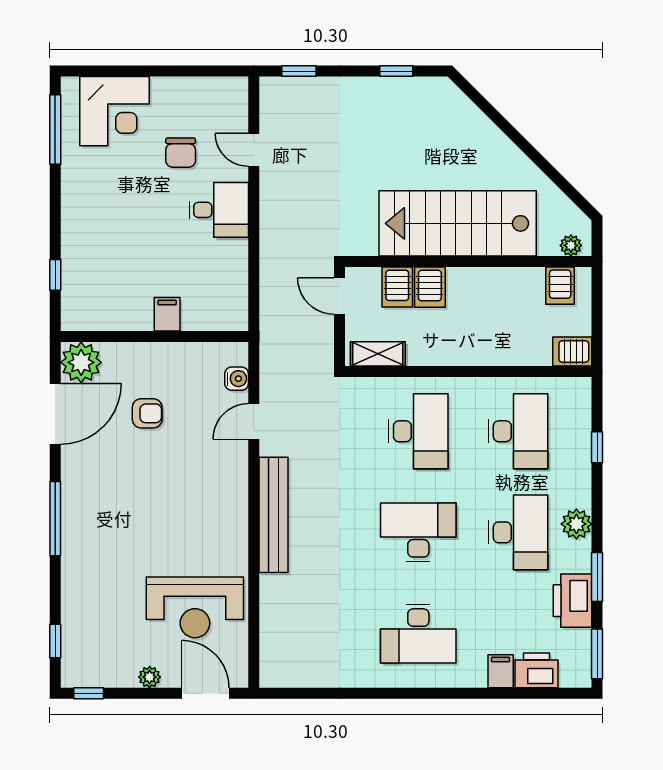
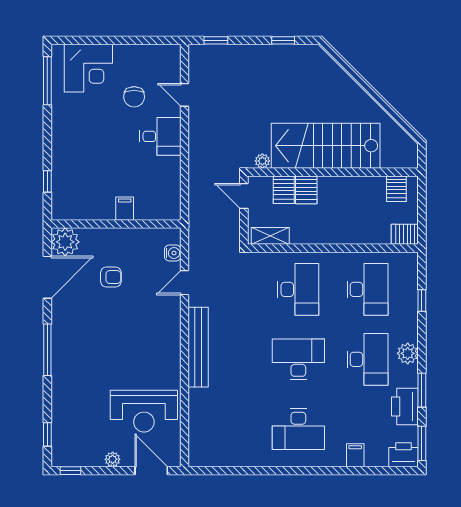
plant: (571, 245) -> (262, 161), moved
printer: (536, 670) -> (403, 455), moved

